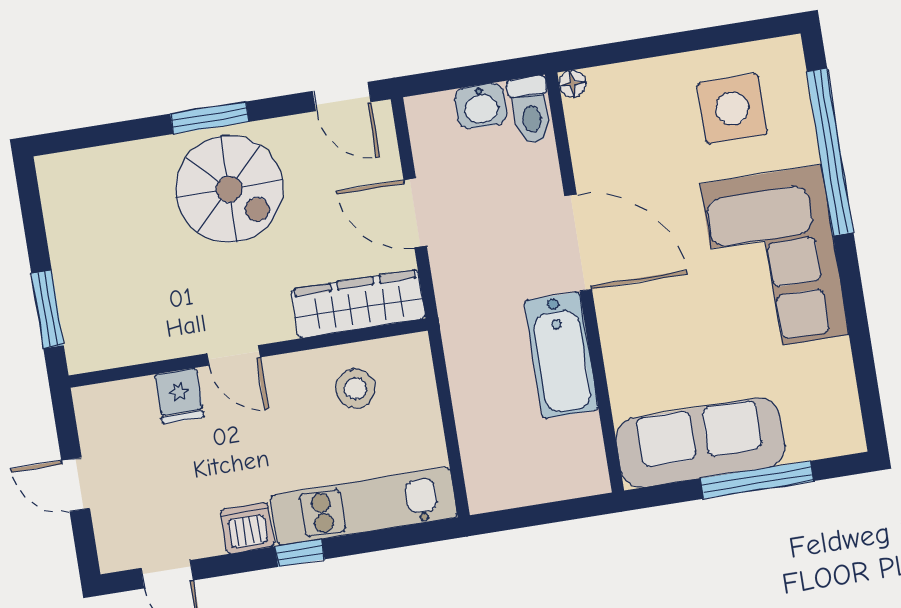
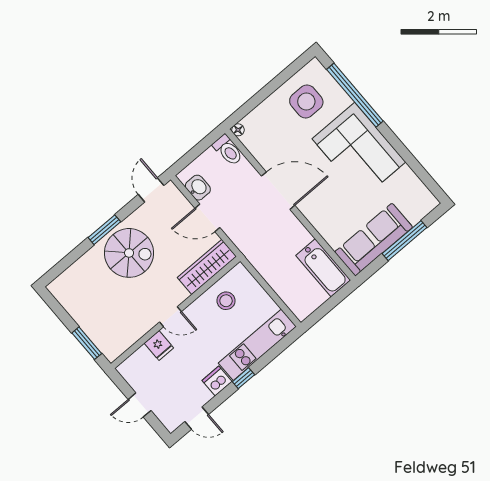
door: (342, 97) -> (151, 190), swing flipped
washbasin: (481, 106) -> (198, 188), moved, turned -90
bathtub: (561, 355) -> (323, 268), moved

